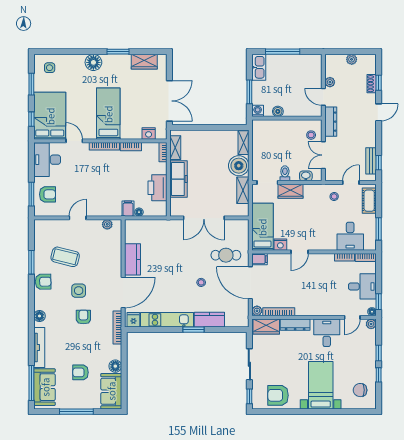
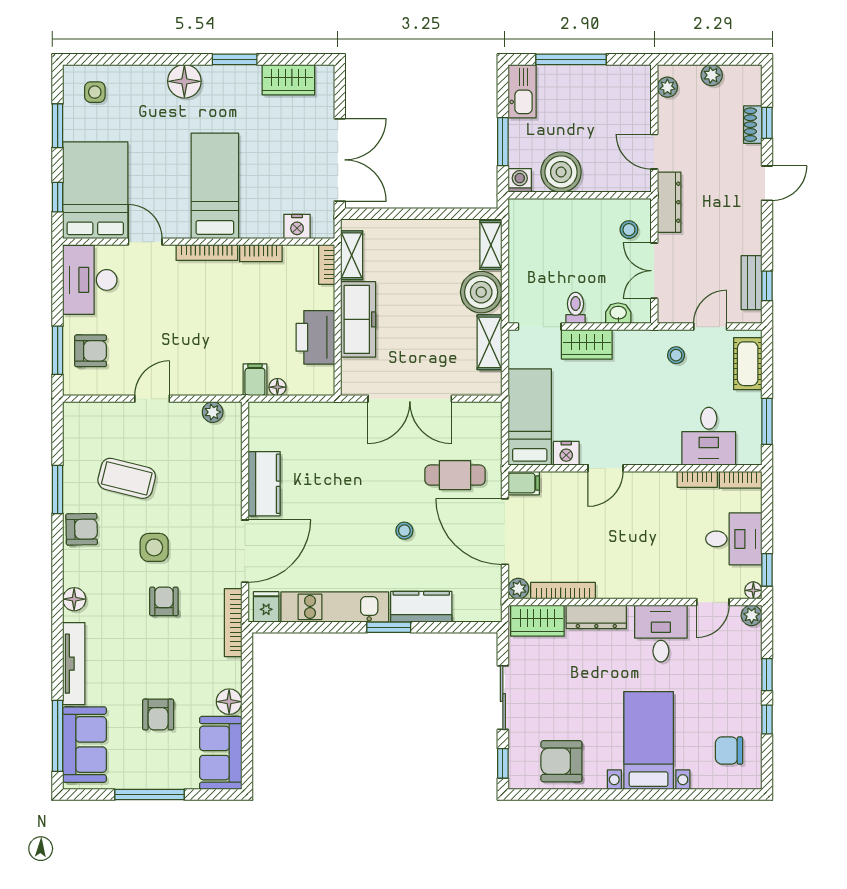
plant: (330, 82) -> (667, 87), moved
boiler: (278, 111) -> (561, 172), width x1.86, depth x1.86
armchair: (81, 372) -> (158, 714), turned -90

